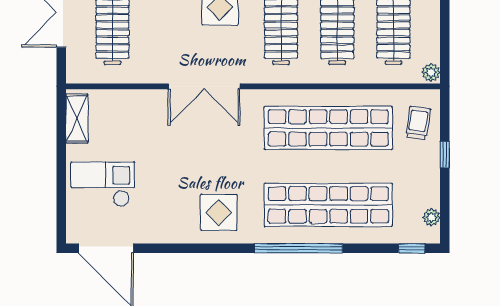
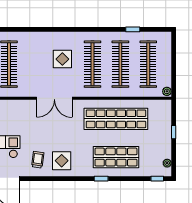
trolley: (418, 123) -> (38, 160), moved
shop shelf: (328, 205) -> (116, 157), width x0.71
window: (298, 248) -> (101, 179), width x0.32

